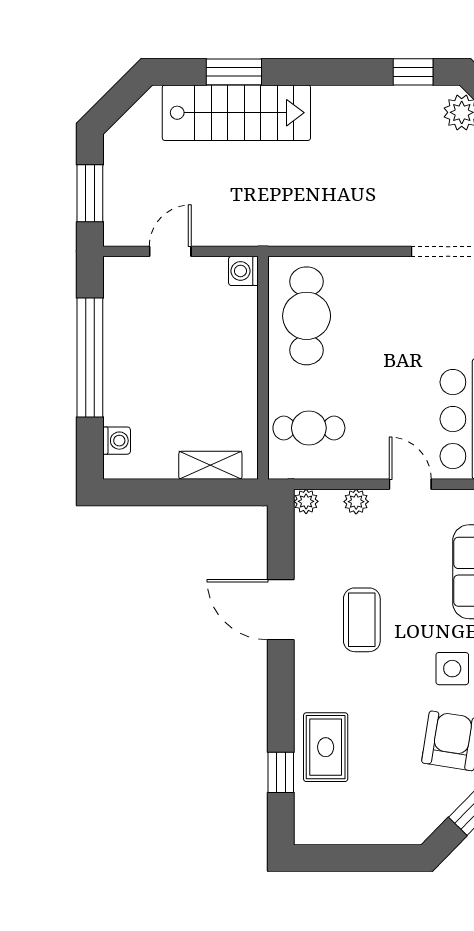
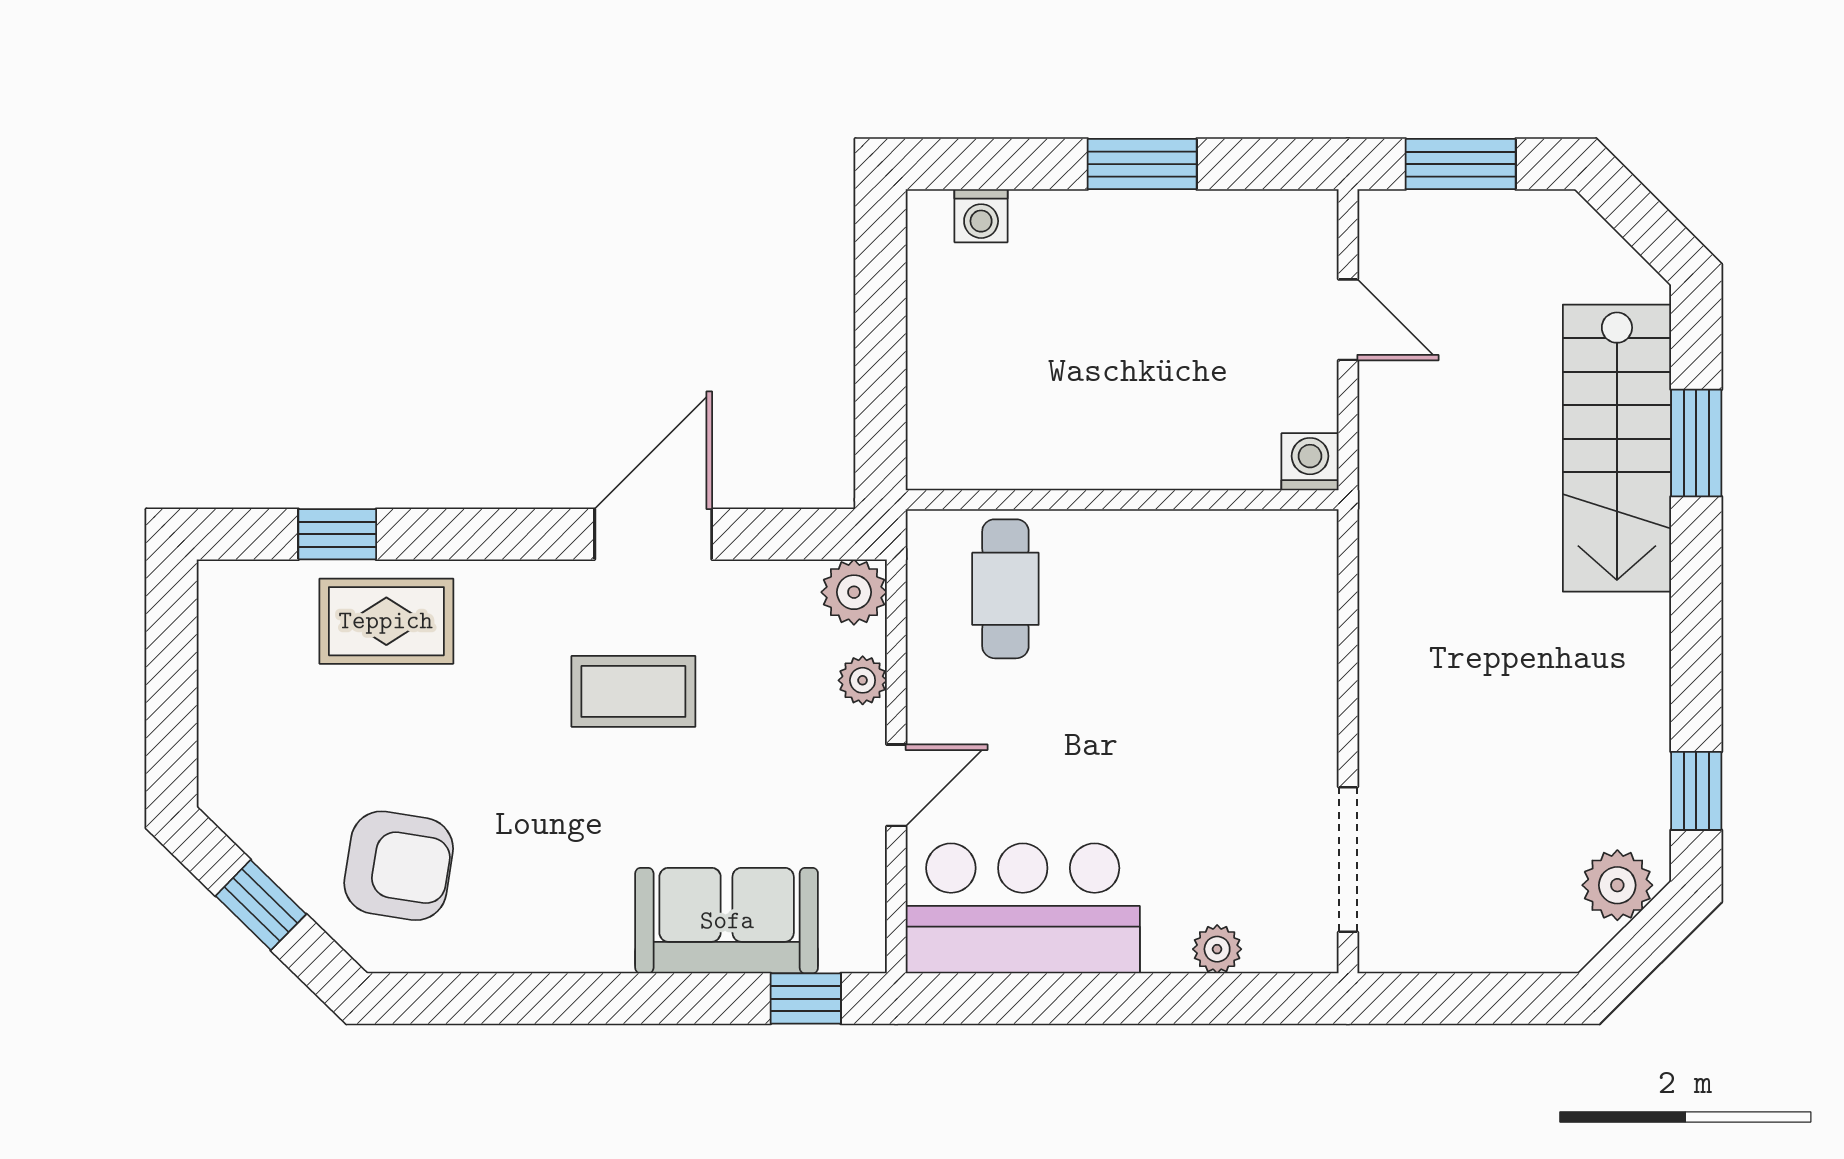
cafe table: (307, 316) -> (1223, 584), removed
window: (90, 358) -> (1142, 164), width x0.47
shelving: (210, 465) -> (933, 398), removed
plant: (306, 501) -> (854, 592), width x1.38, depth x1.38
side table: (452, 669) -> (539, 867), removed

